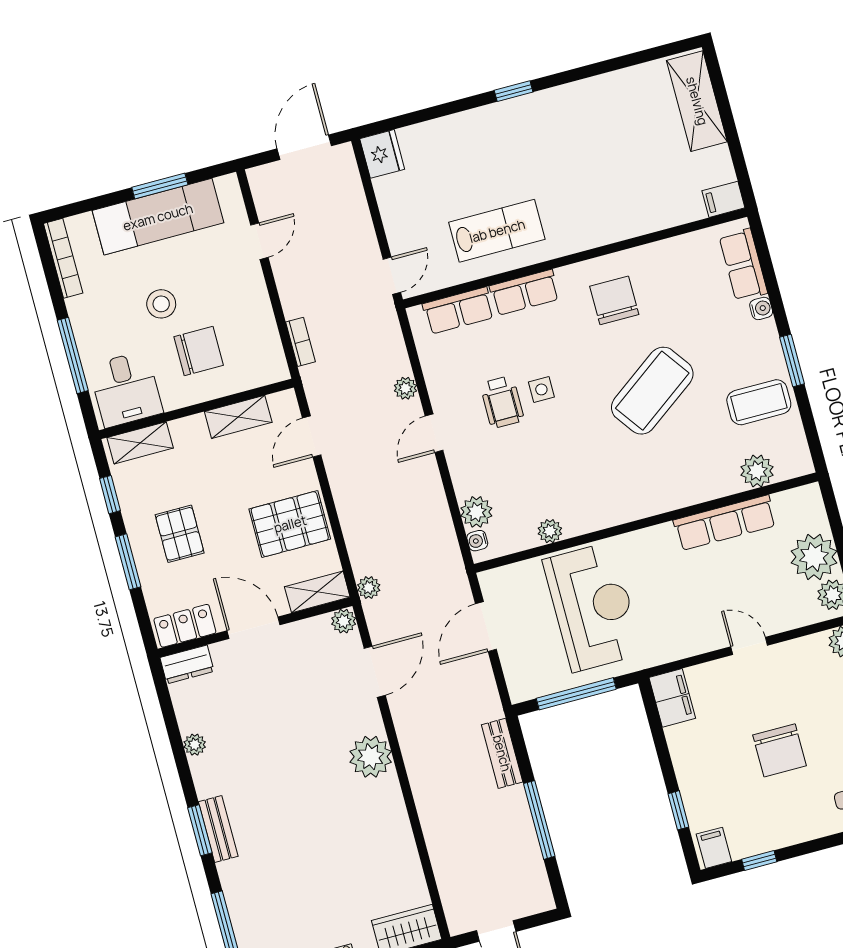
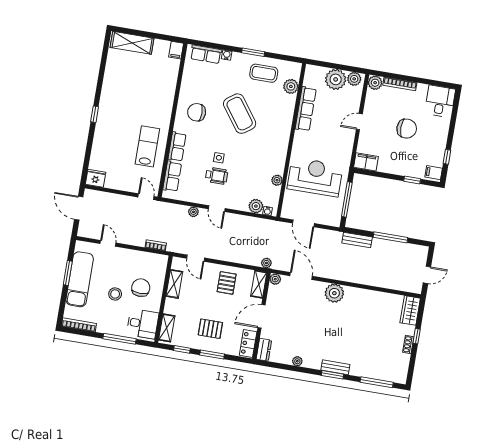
coffee table: (759, 402) -> (264, 73), turned 90
pallet: (290, 524) -> (227, 283), width x0.67, depth x0.71

